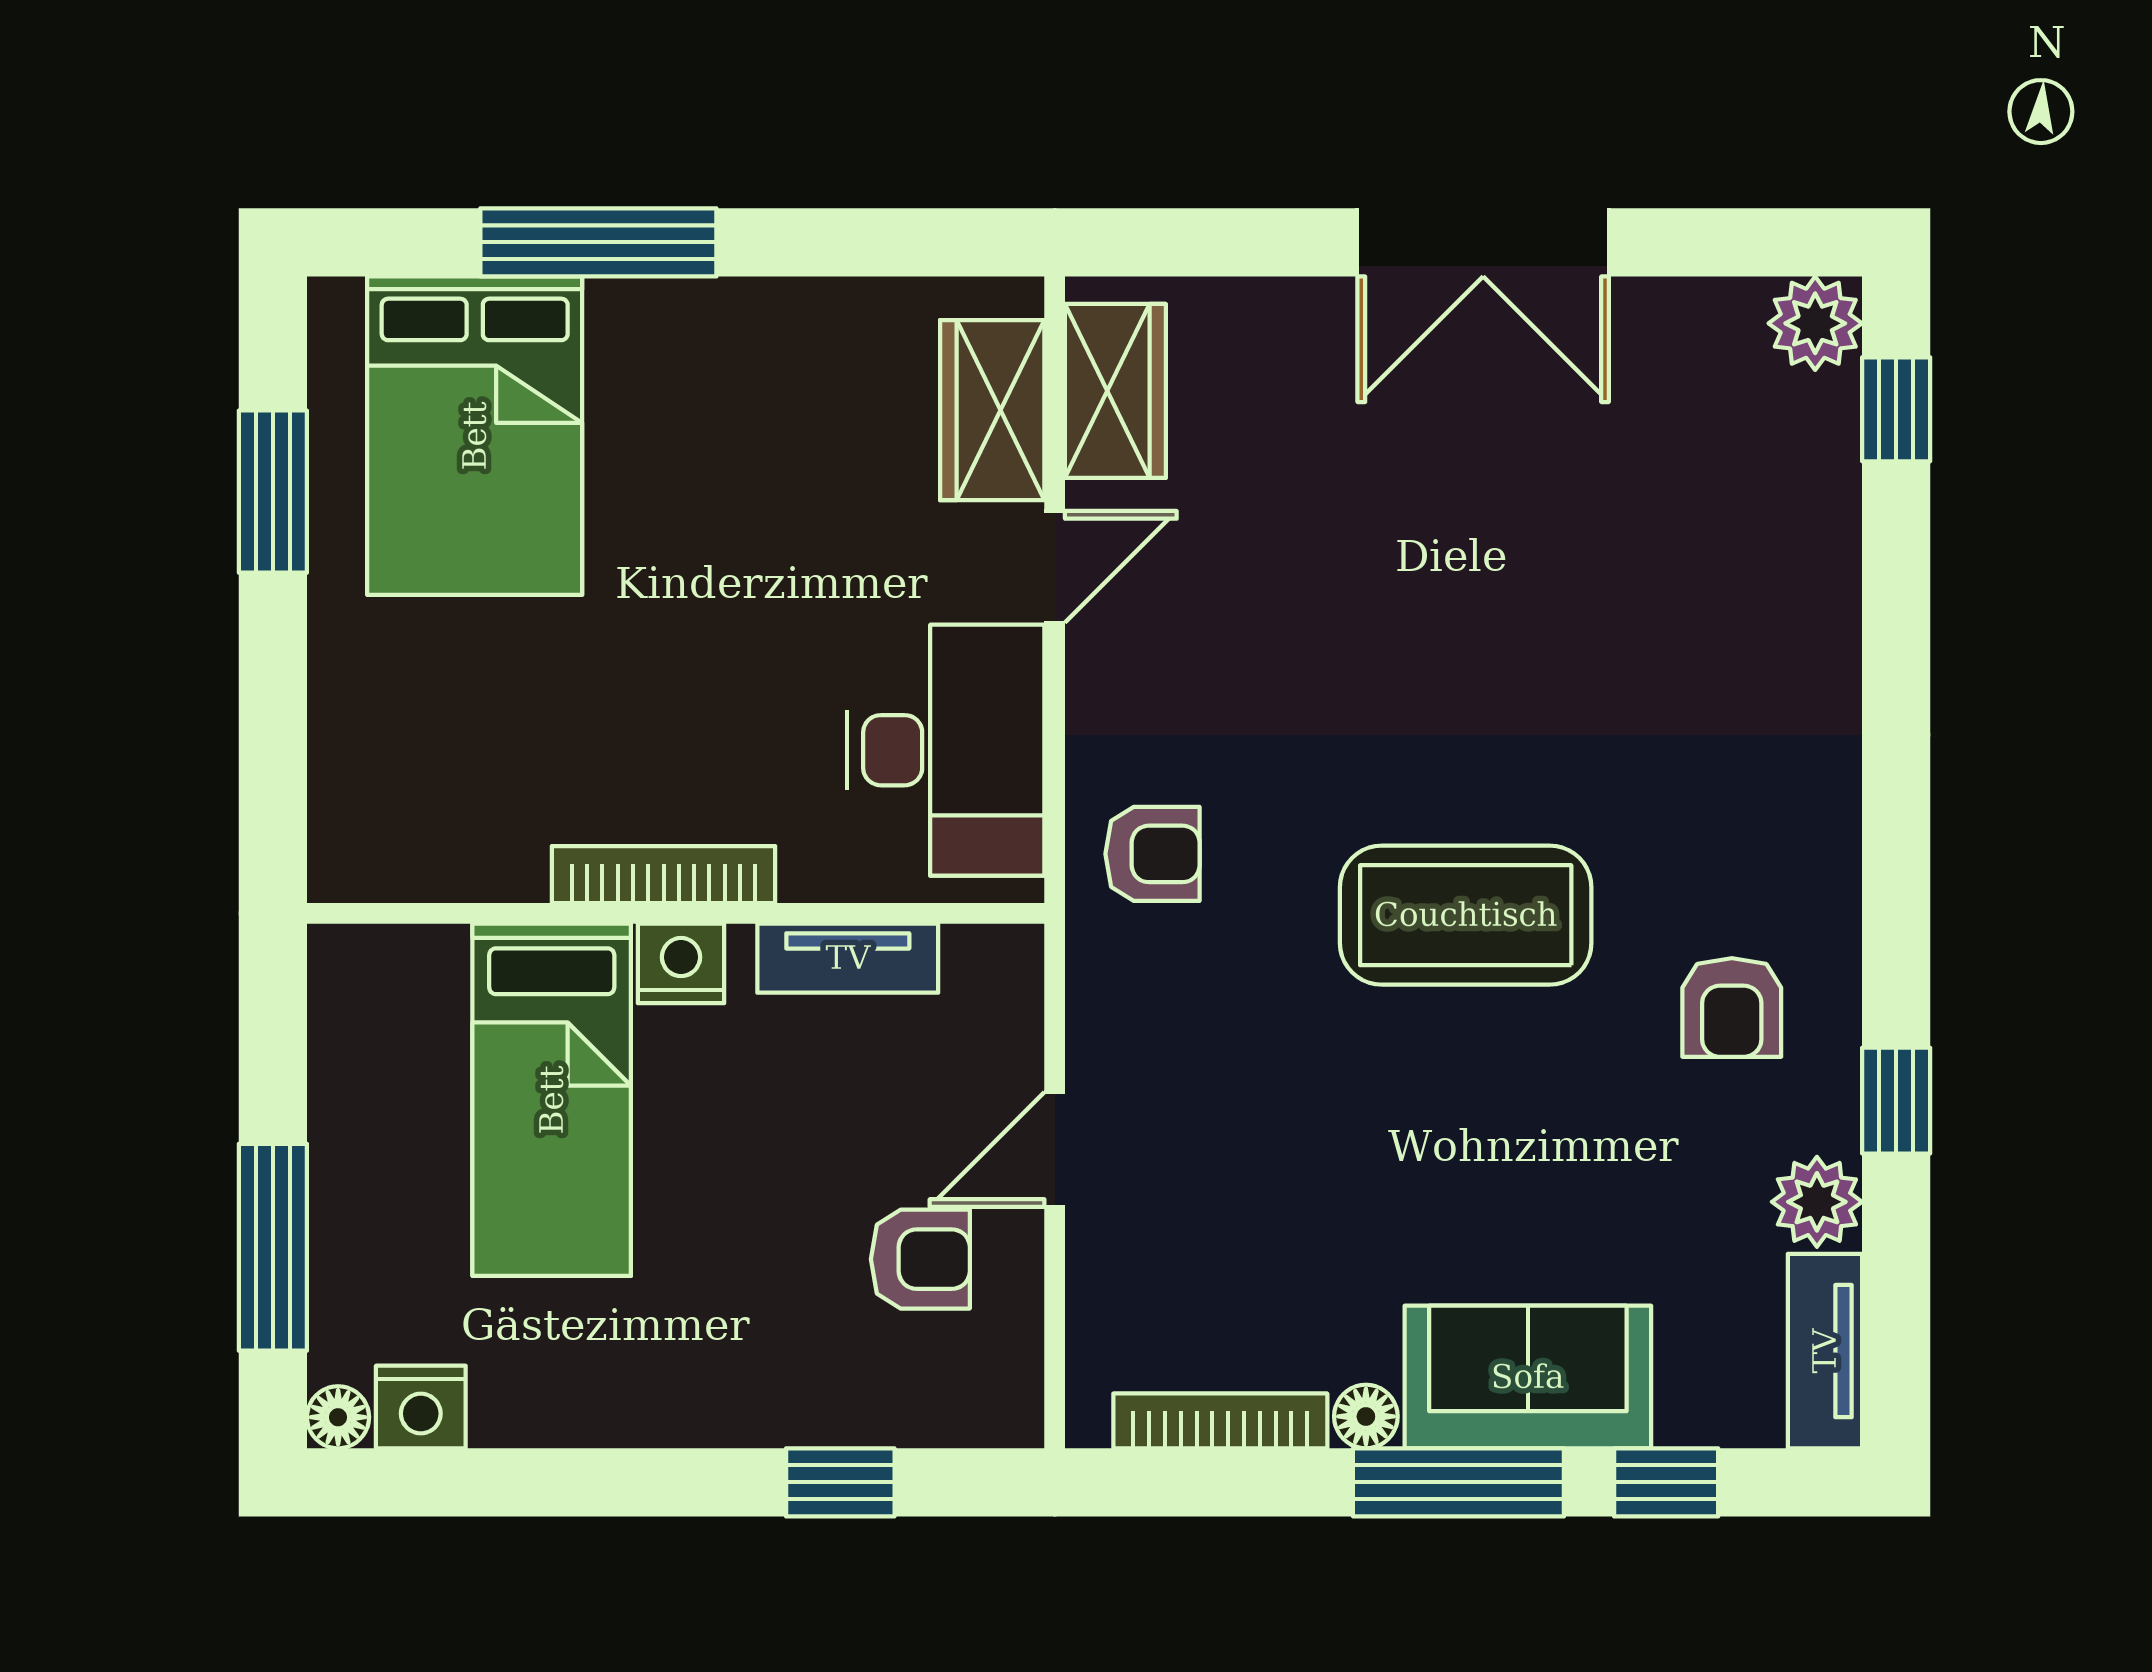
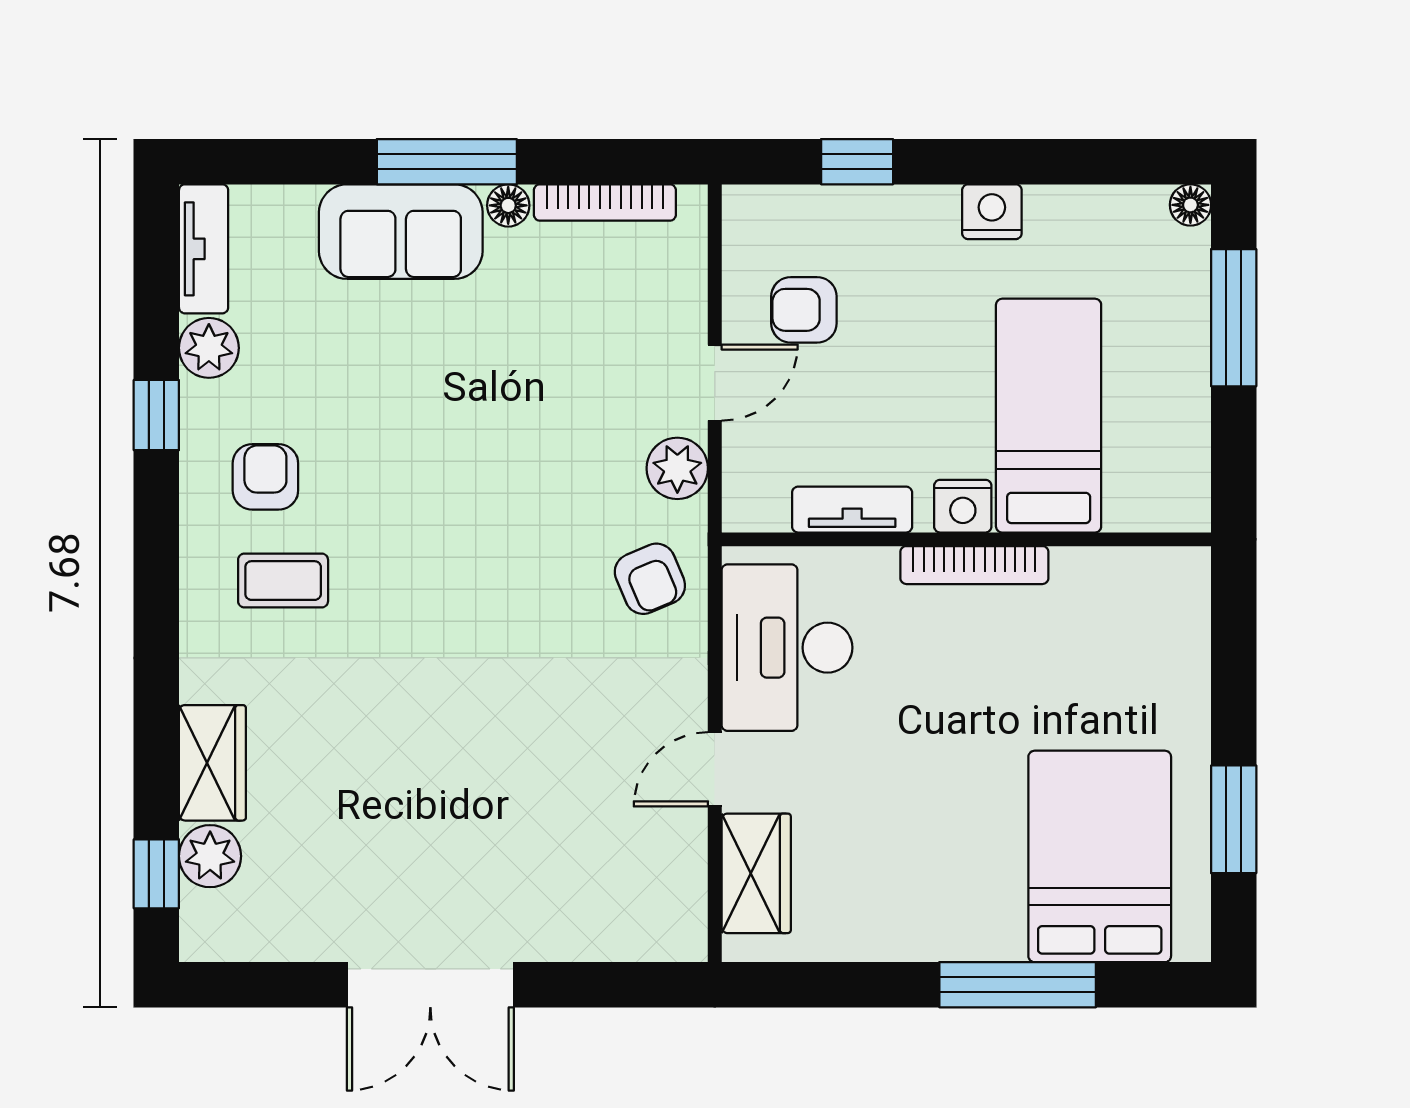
double door: (1483, 242) -> (430, 985), swing flipped
plant: (1815, 323) -> (210, 856), moved
wardrobe: (1115, 391) -> (212, 763), moved, turned 180
armchair: (1152, 854) -> (650, 579), turned -113
coffee table: (1466, 915) -> (283, 581), moved, width x0.54, depth x0.58
plant: (1111, 1020) -> (677, 468), added
nightstand: (421, 1407) -> (992, 212), moved
window: (1666, 1482) -> (309, 162), removed

